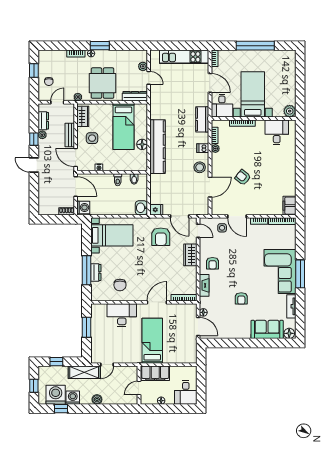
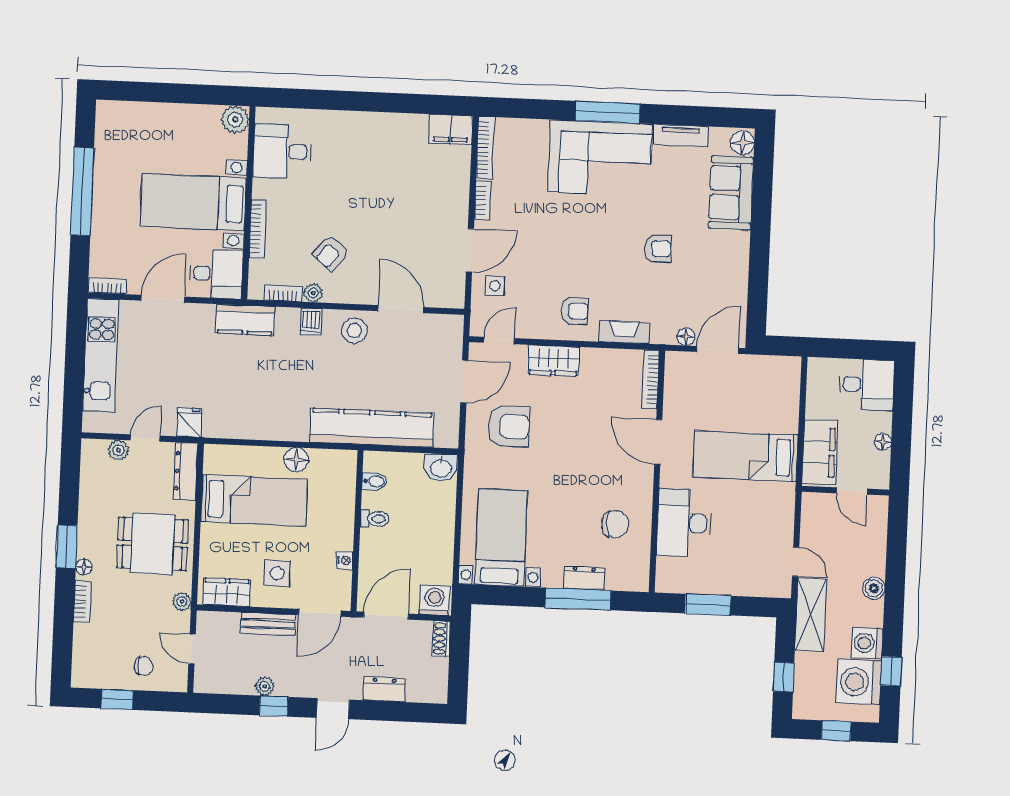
dresser: (43, 121) -> (384, 689), moved
kitchen counter: (158, 147) -> (372, 428), moved
armchair: (243, 177) -> (331, 253), moved
fridge: (156, 210) -> (189, 423), moved

